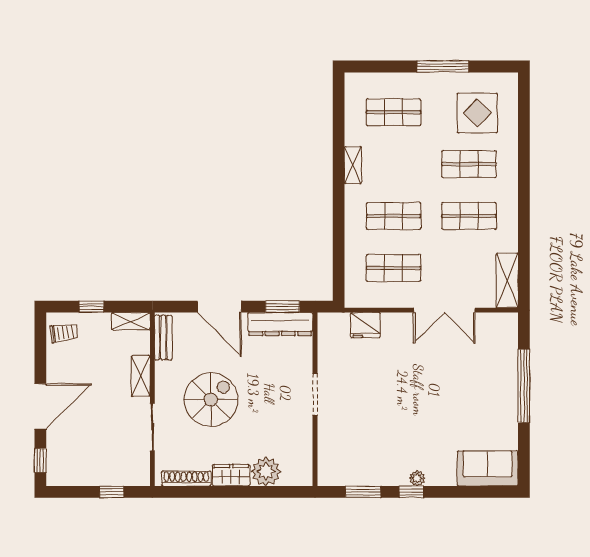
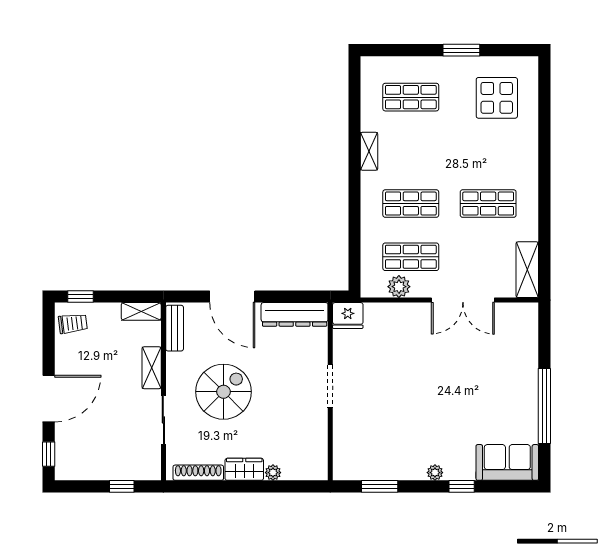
window: (443, 66) -> (461, 50), width x0.69
shop shelf: (469, 164) -> (488, 150), removed
plant: (382, 297) -> (399, 287), added
window: (91, 307) -> (81, 297), moved
window: (282, 307) -> (297, 297), removed
fridge: (365, 325) -> (348, 316), moved
window: (524, 386) -> (544, 406), moved
plant: (266, 471) -> (273, 473), width x0.53, depth x0.53
window: (411, 492) -> (462, 486), moved

